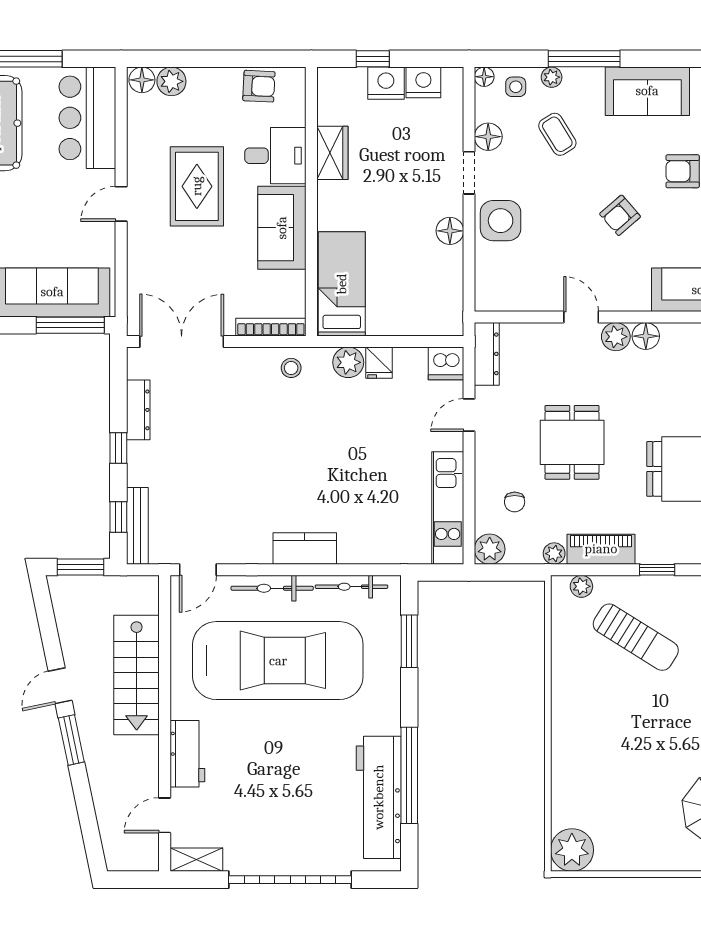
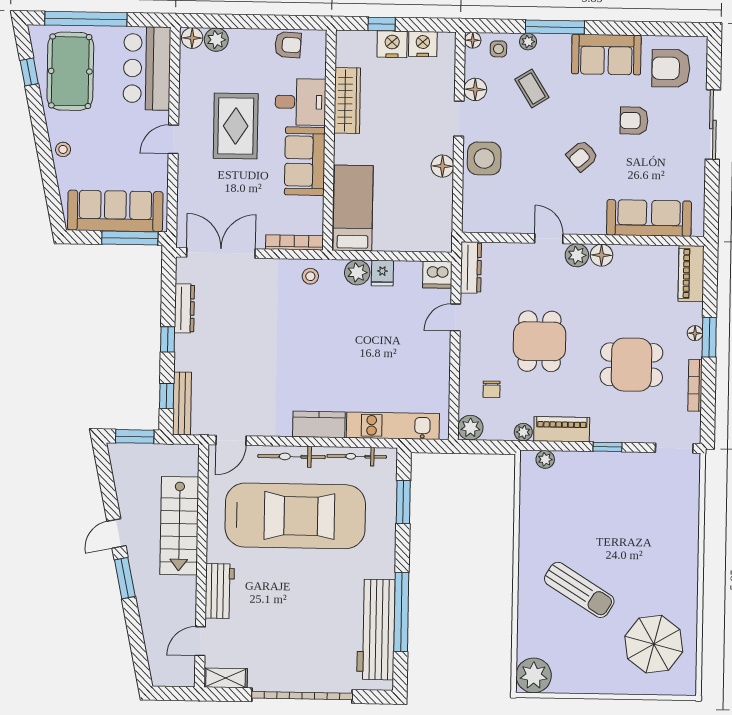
wardrobe: (332, 153) -> (347, 100), width x1.50
kitchen unit: (448, 508) -> (393, 426), moved, turned 90
sun lounger: (636, 637) -> (579, 590), moved

